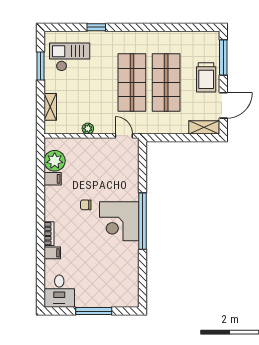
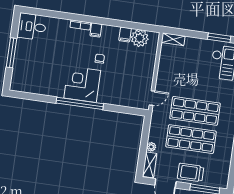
shelving: (50, 107) -> (173, 39), moved
plant: (88, 129) -> (151, 147), moved
filing cabinet: (52, 253) -> (96, 30), moved

